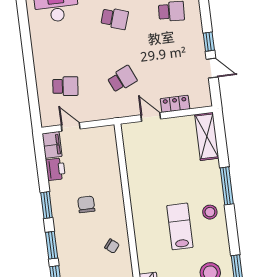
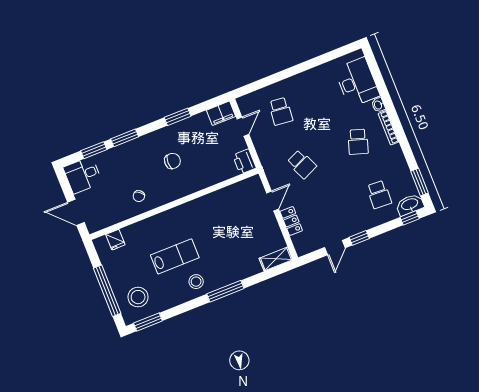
shelving: (207, 136) -> (276, 259), width x0.67, depth x0.75
printer: (55, 169) -> (244, 162), moved, turned 90
window: (47, 205) -> (178, 117), moved

